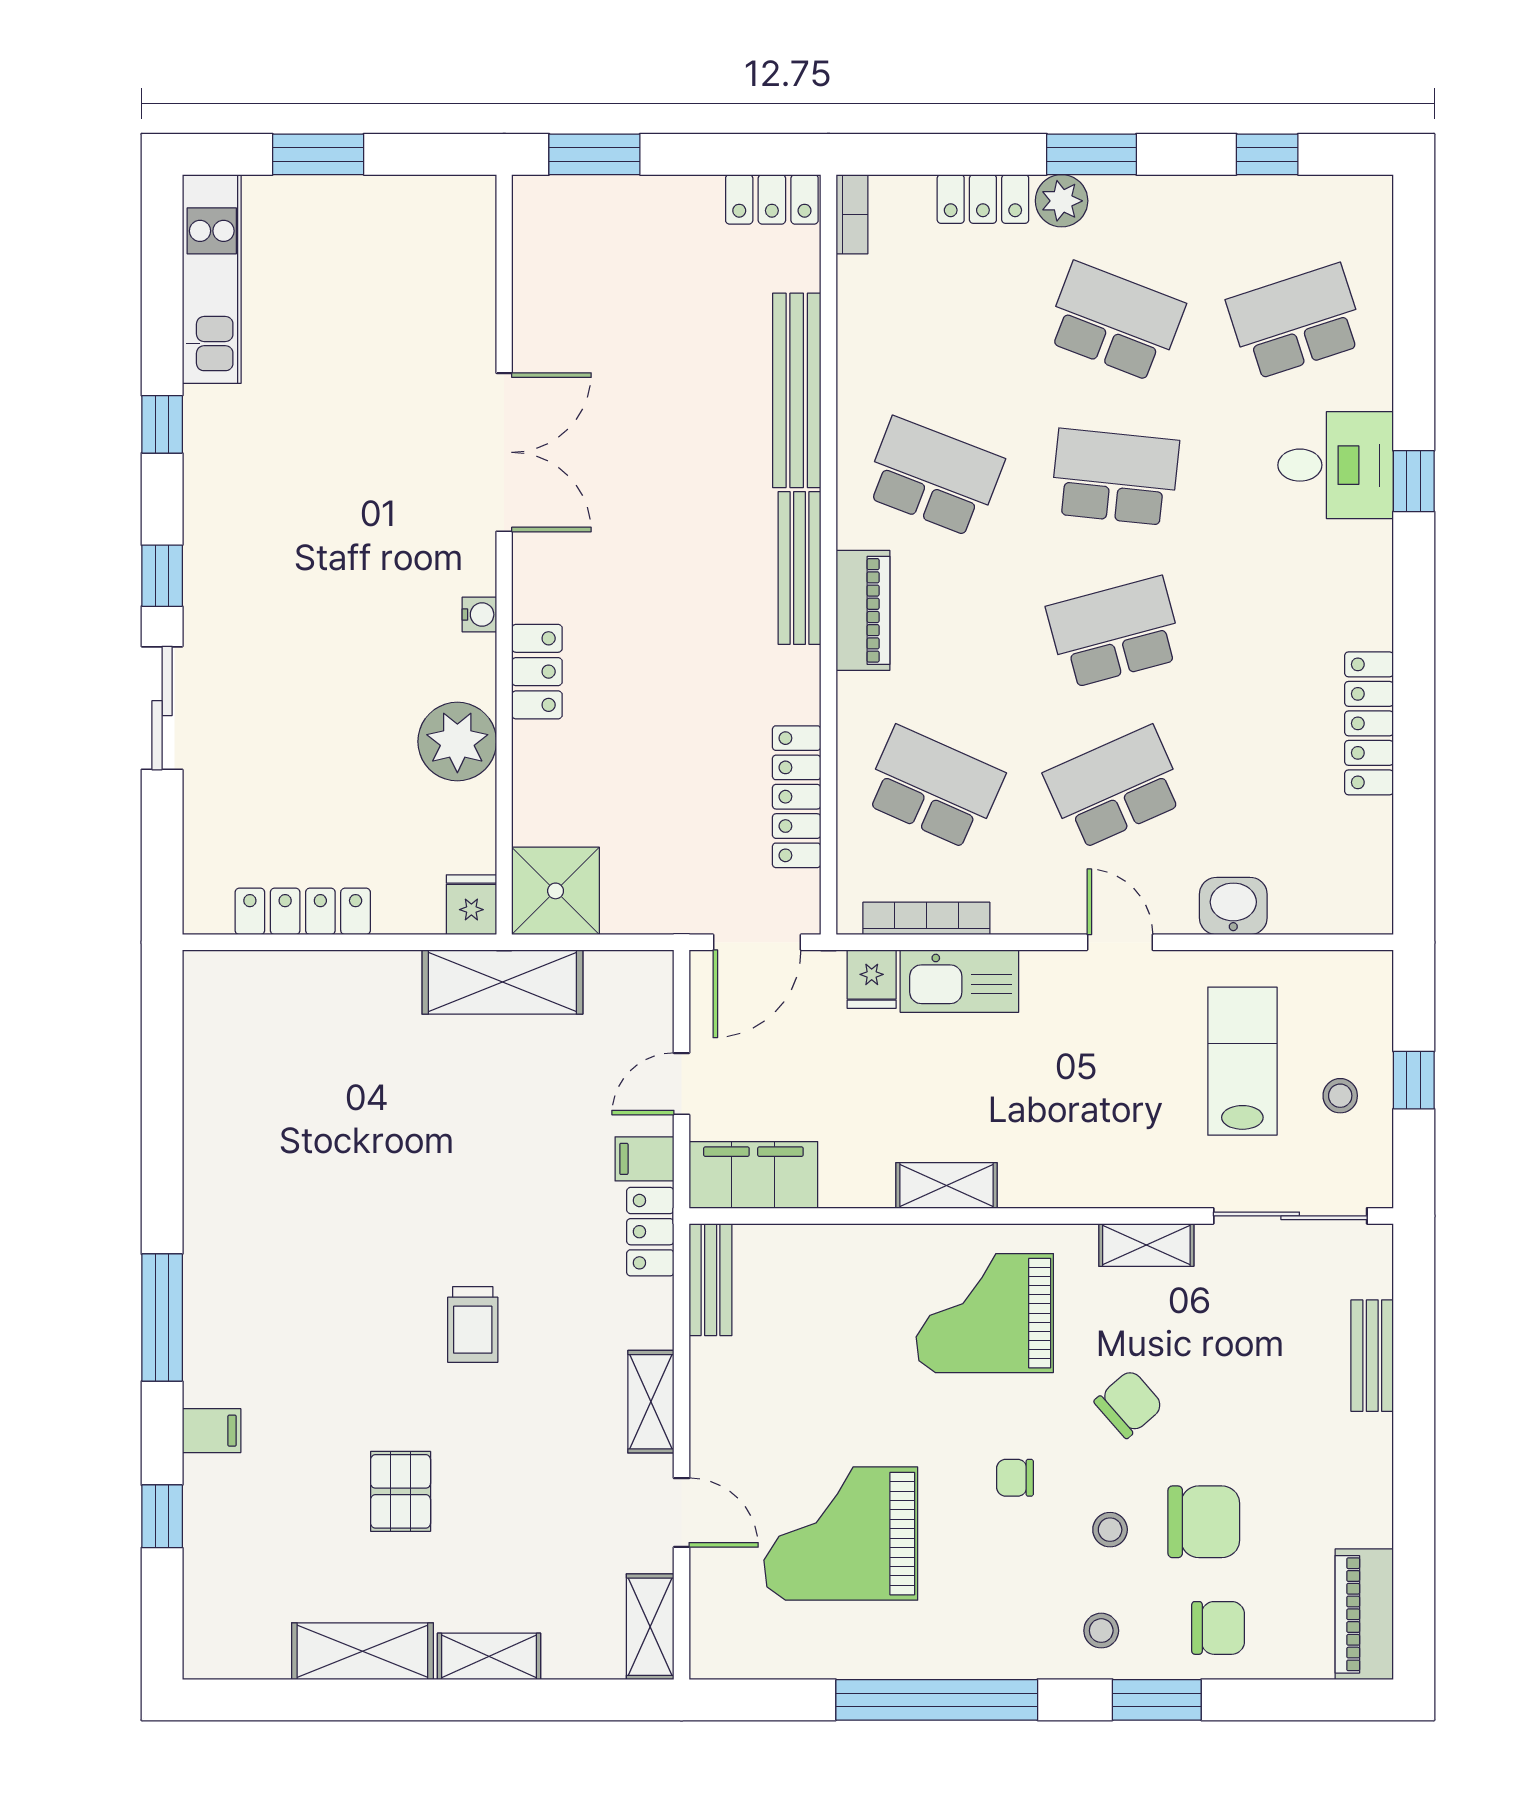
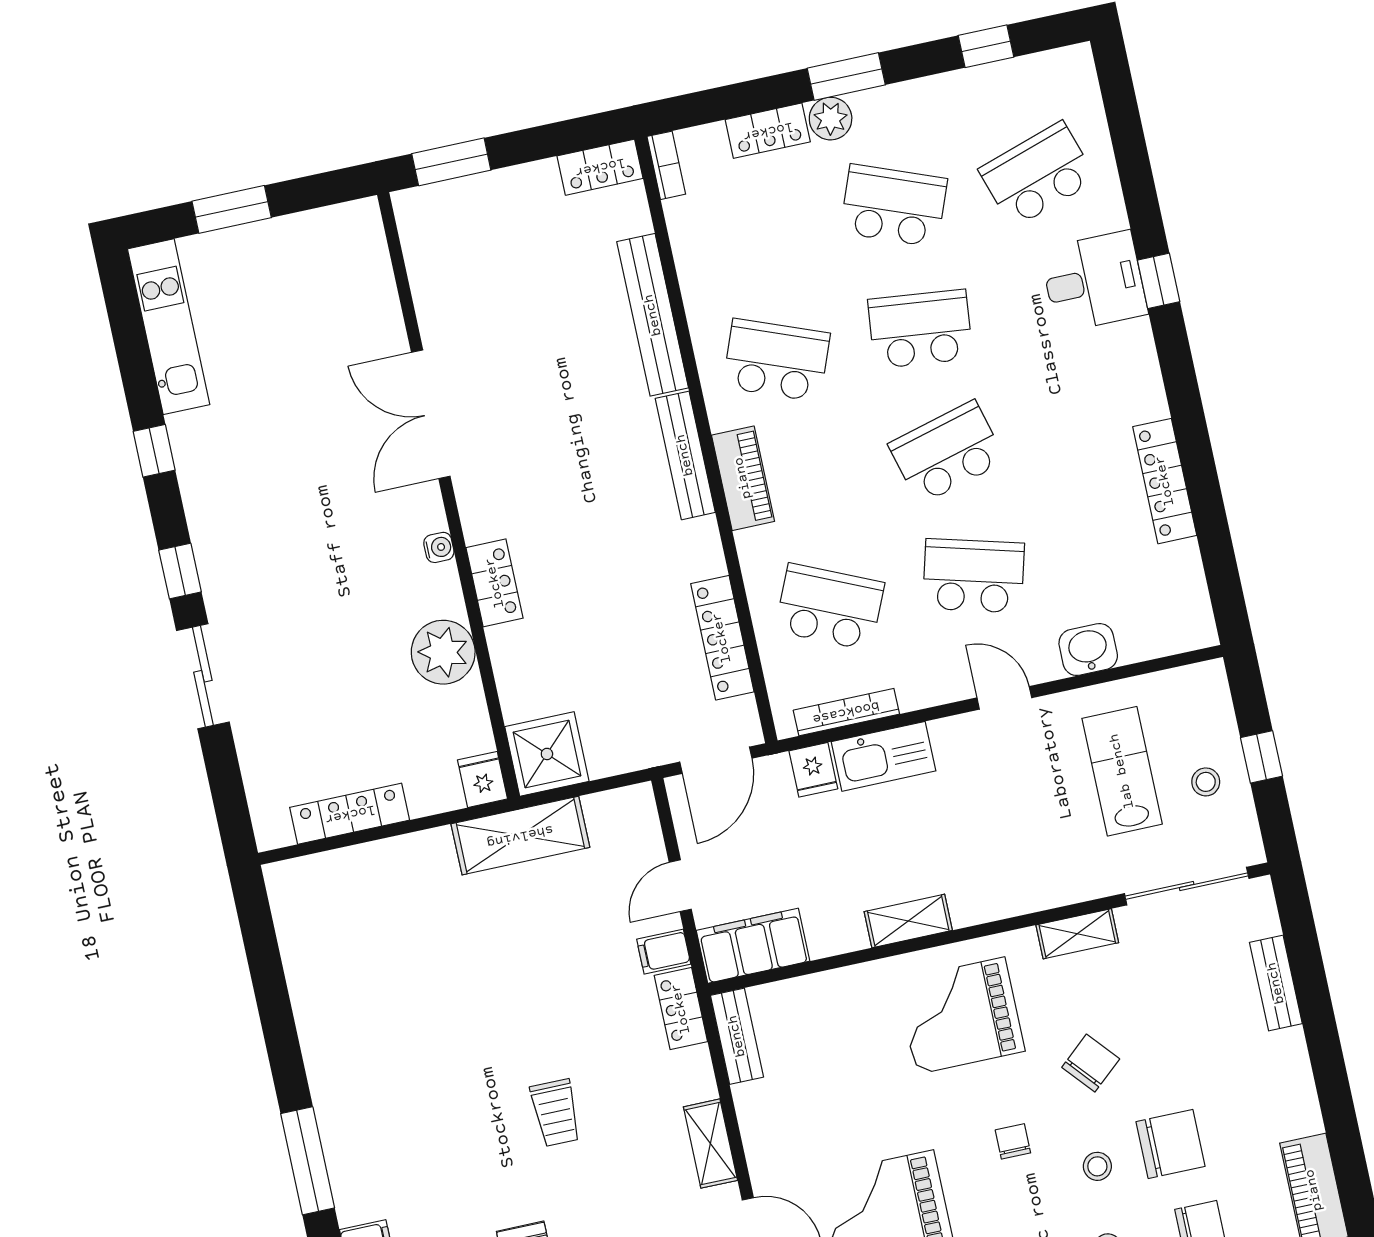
double door: (504, 452) -> (431, 414), swing flipped
school desk: (1115, 788) -> (974, 576), turned 39
chair: (1015, 1478) -> (1013, 1141), turned 90

